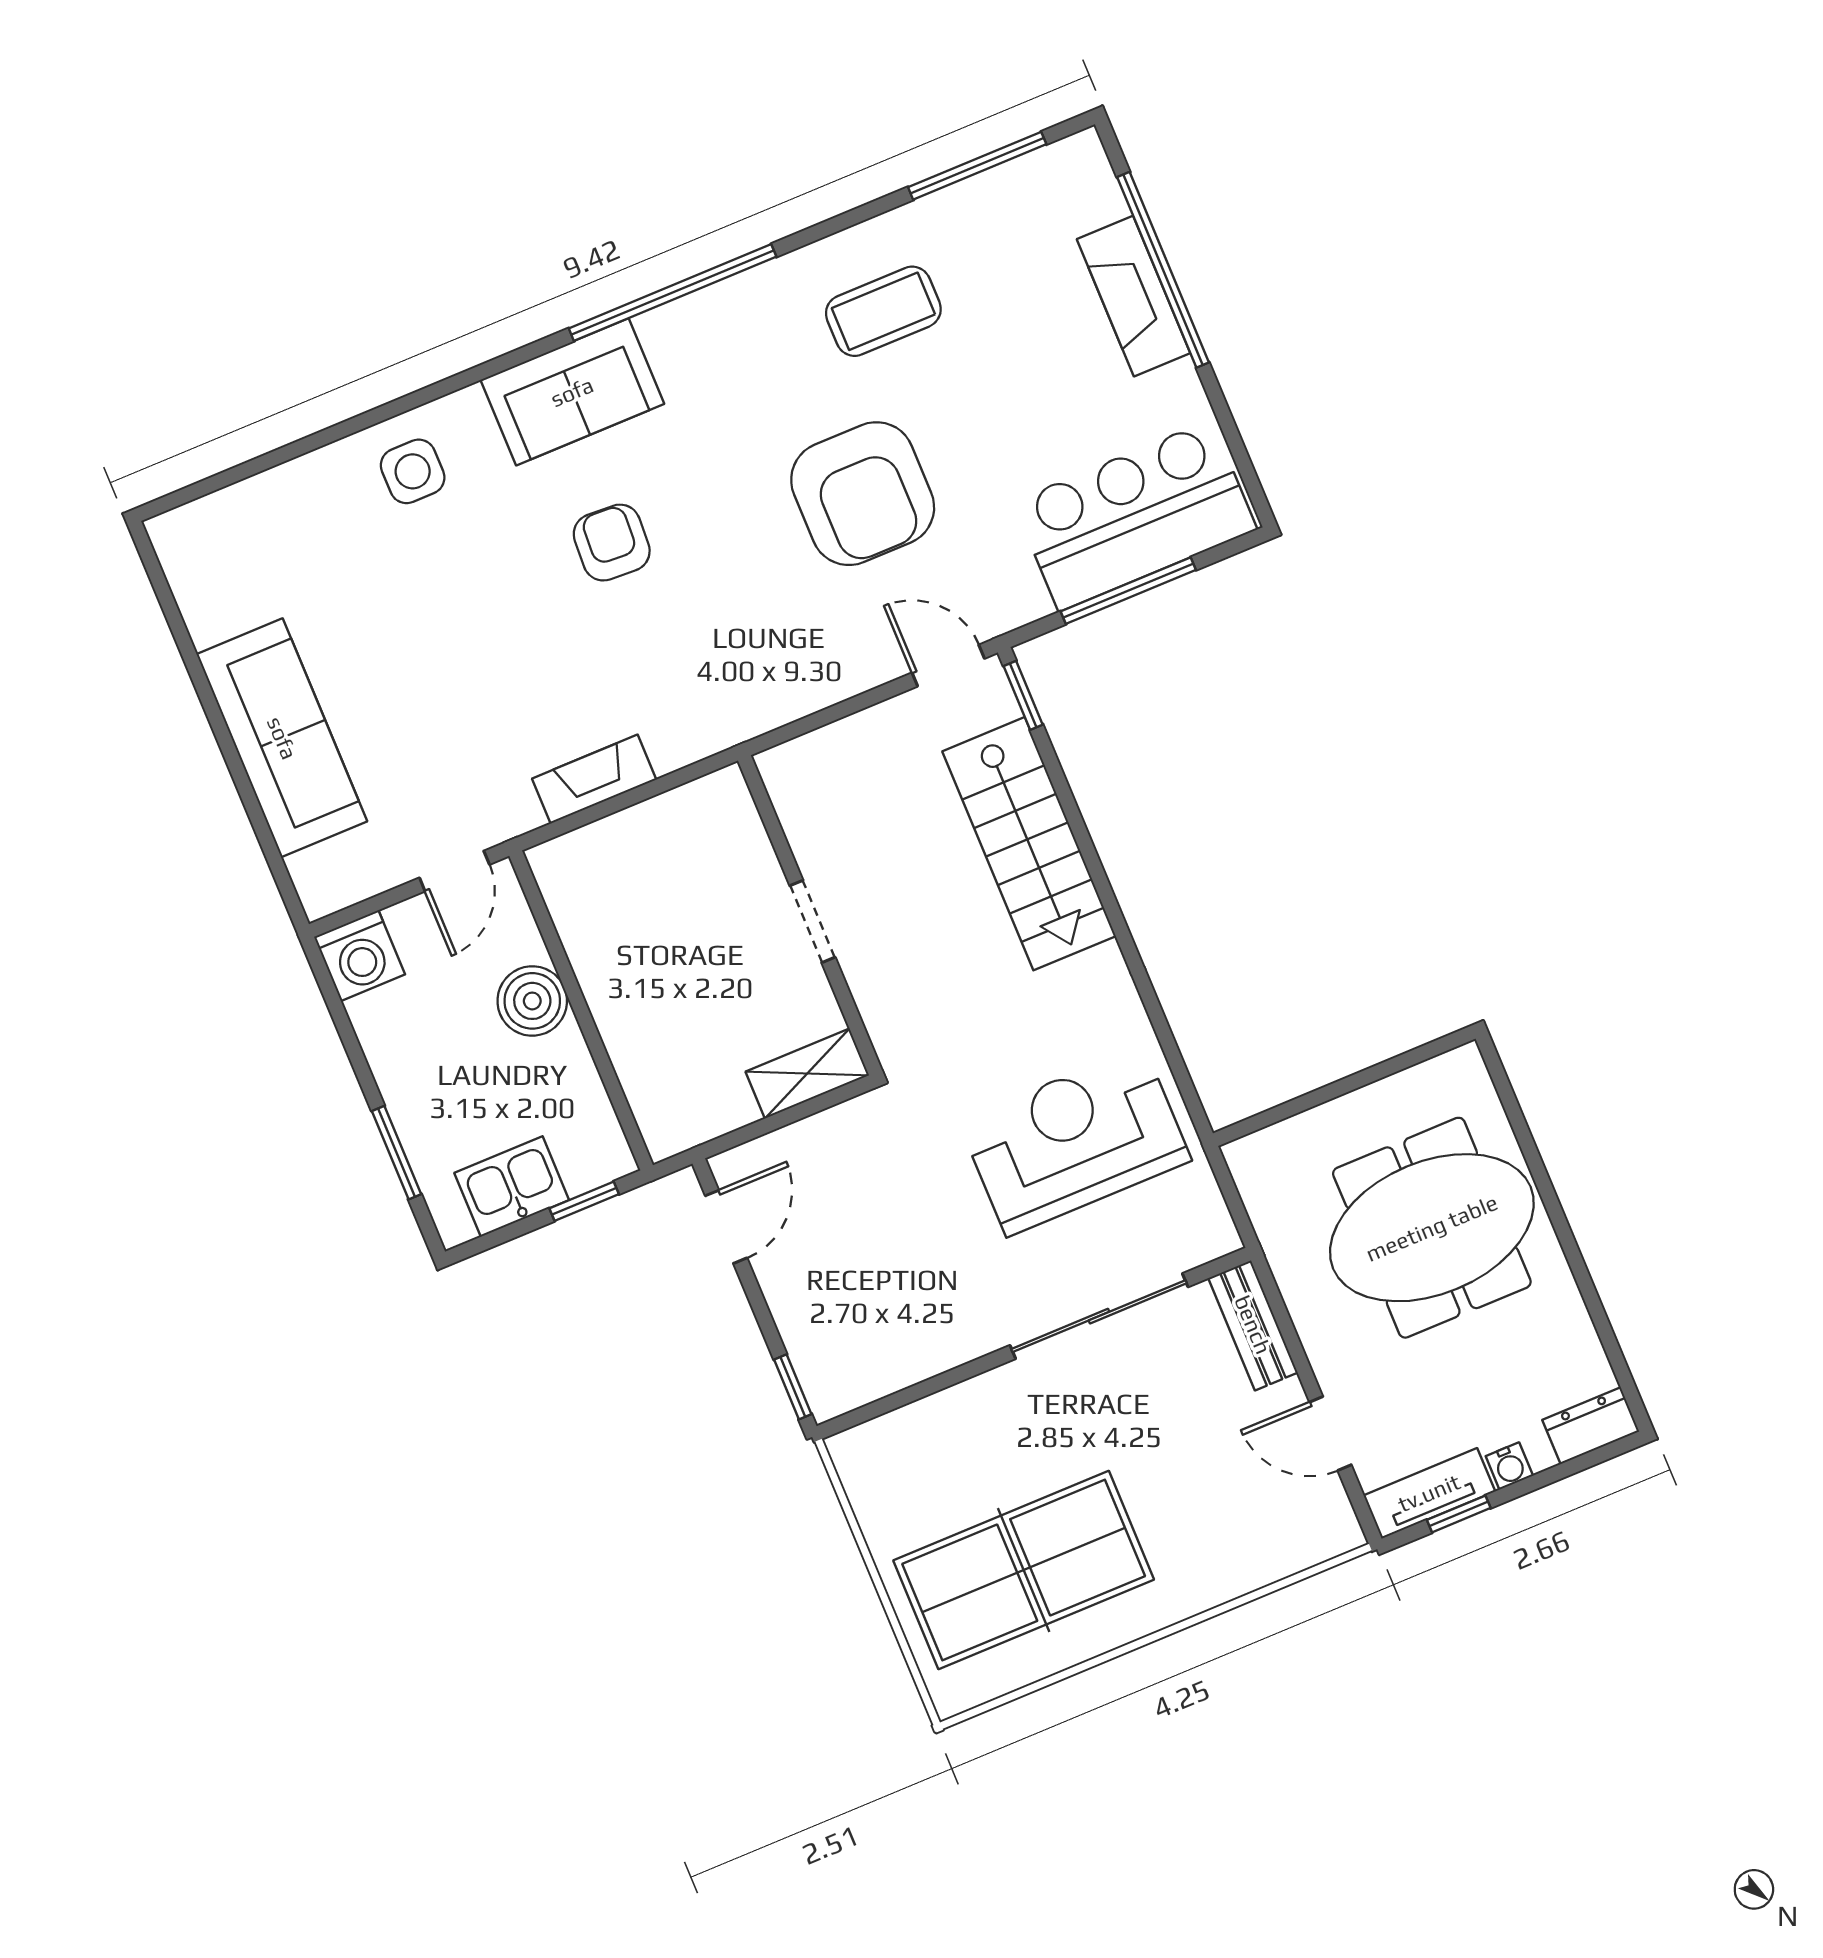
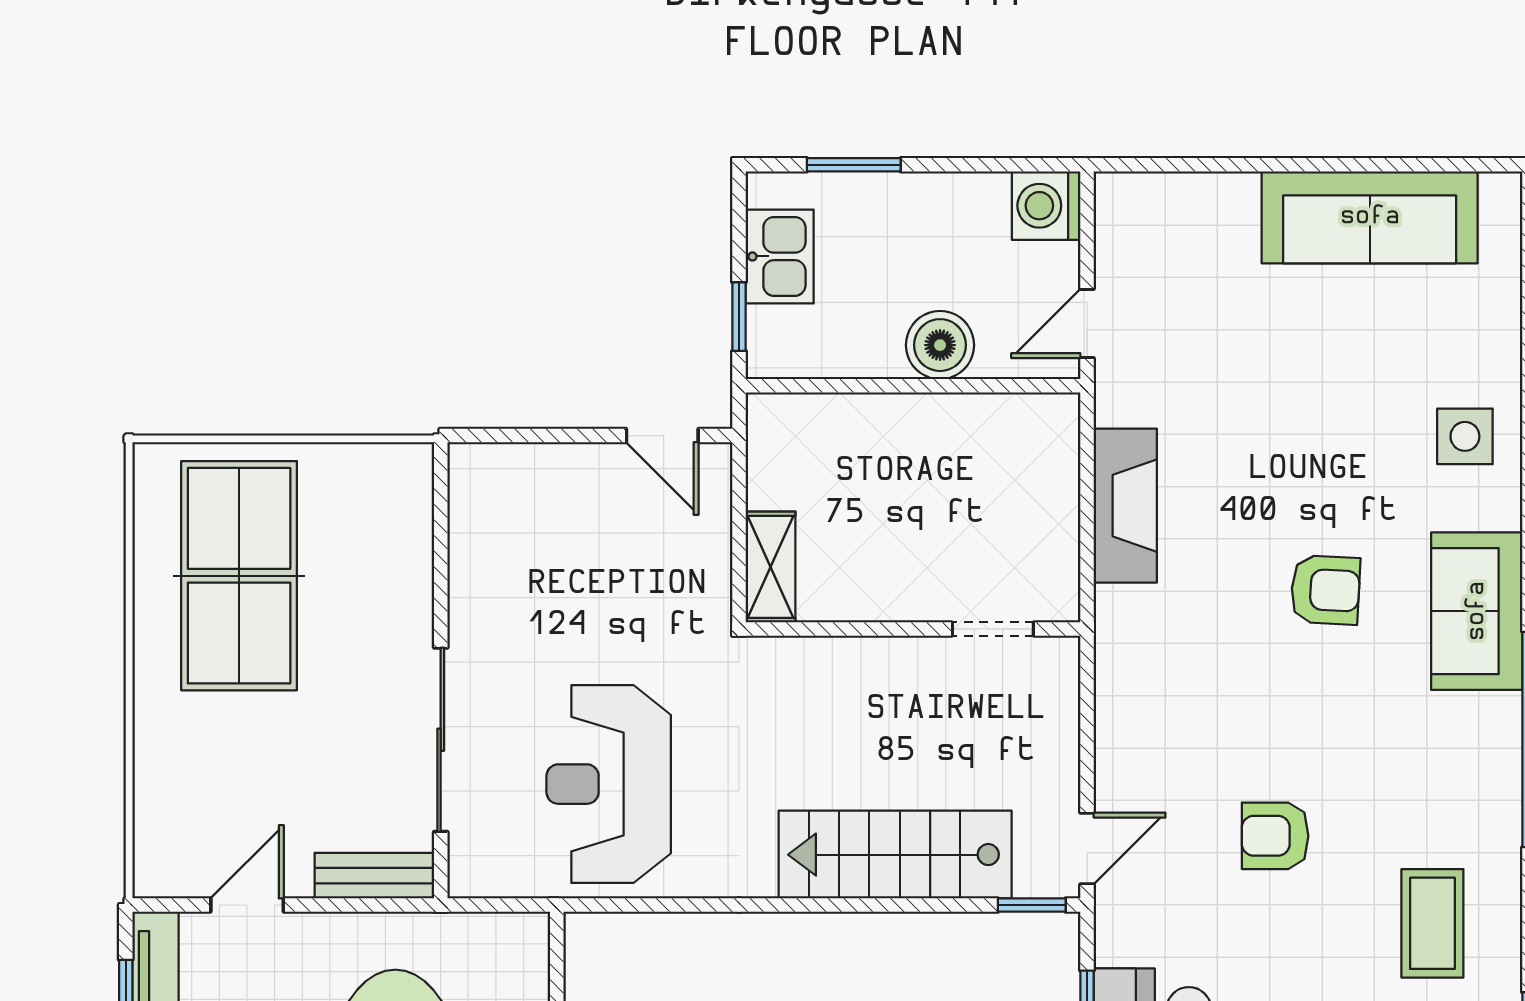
armchair: (863, 494) -> (1275, 836), width x0.53, depth x0.53
sofa: (282, 738) -> (1370, 217), moved
fireplace: (594, 779) -> (1125, 506), width x1.37, depth x1.32
door: (454, 871) -> (1087, 324), hinge flipped
doorway: (812, 921) -> (993, 629), moved
reception desk: (1075, 1141) -> (609, 784), turned 180
window: (793, 1387) -> (492, 436), removed

